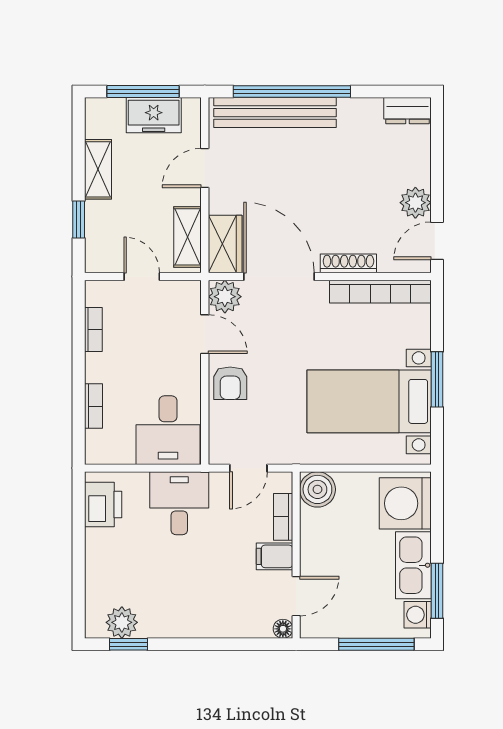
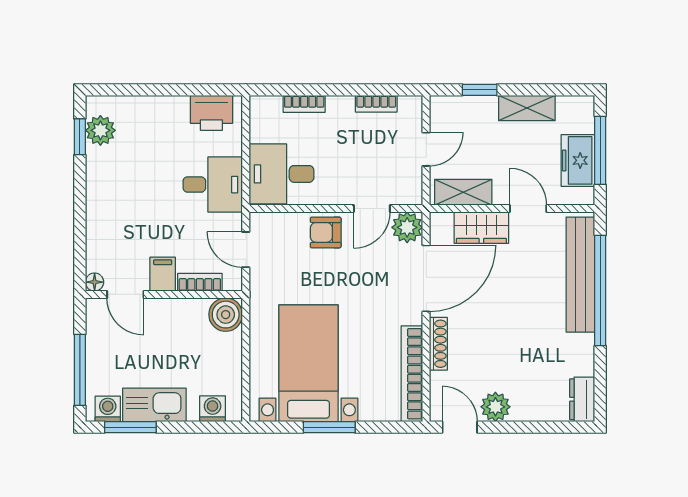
wardrobe: (225, 244) -> (481, 228), moved
washing machine: (405, 503) -> (213, 409), width x0.53, depth x0.53

